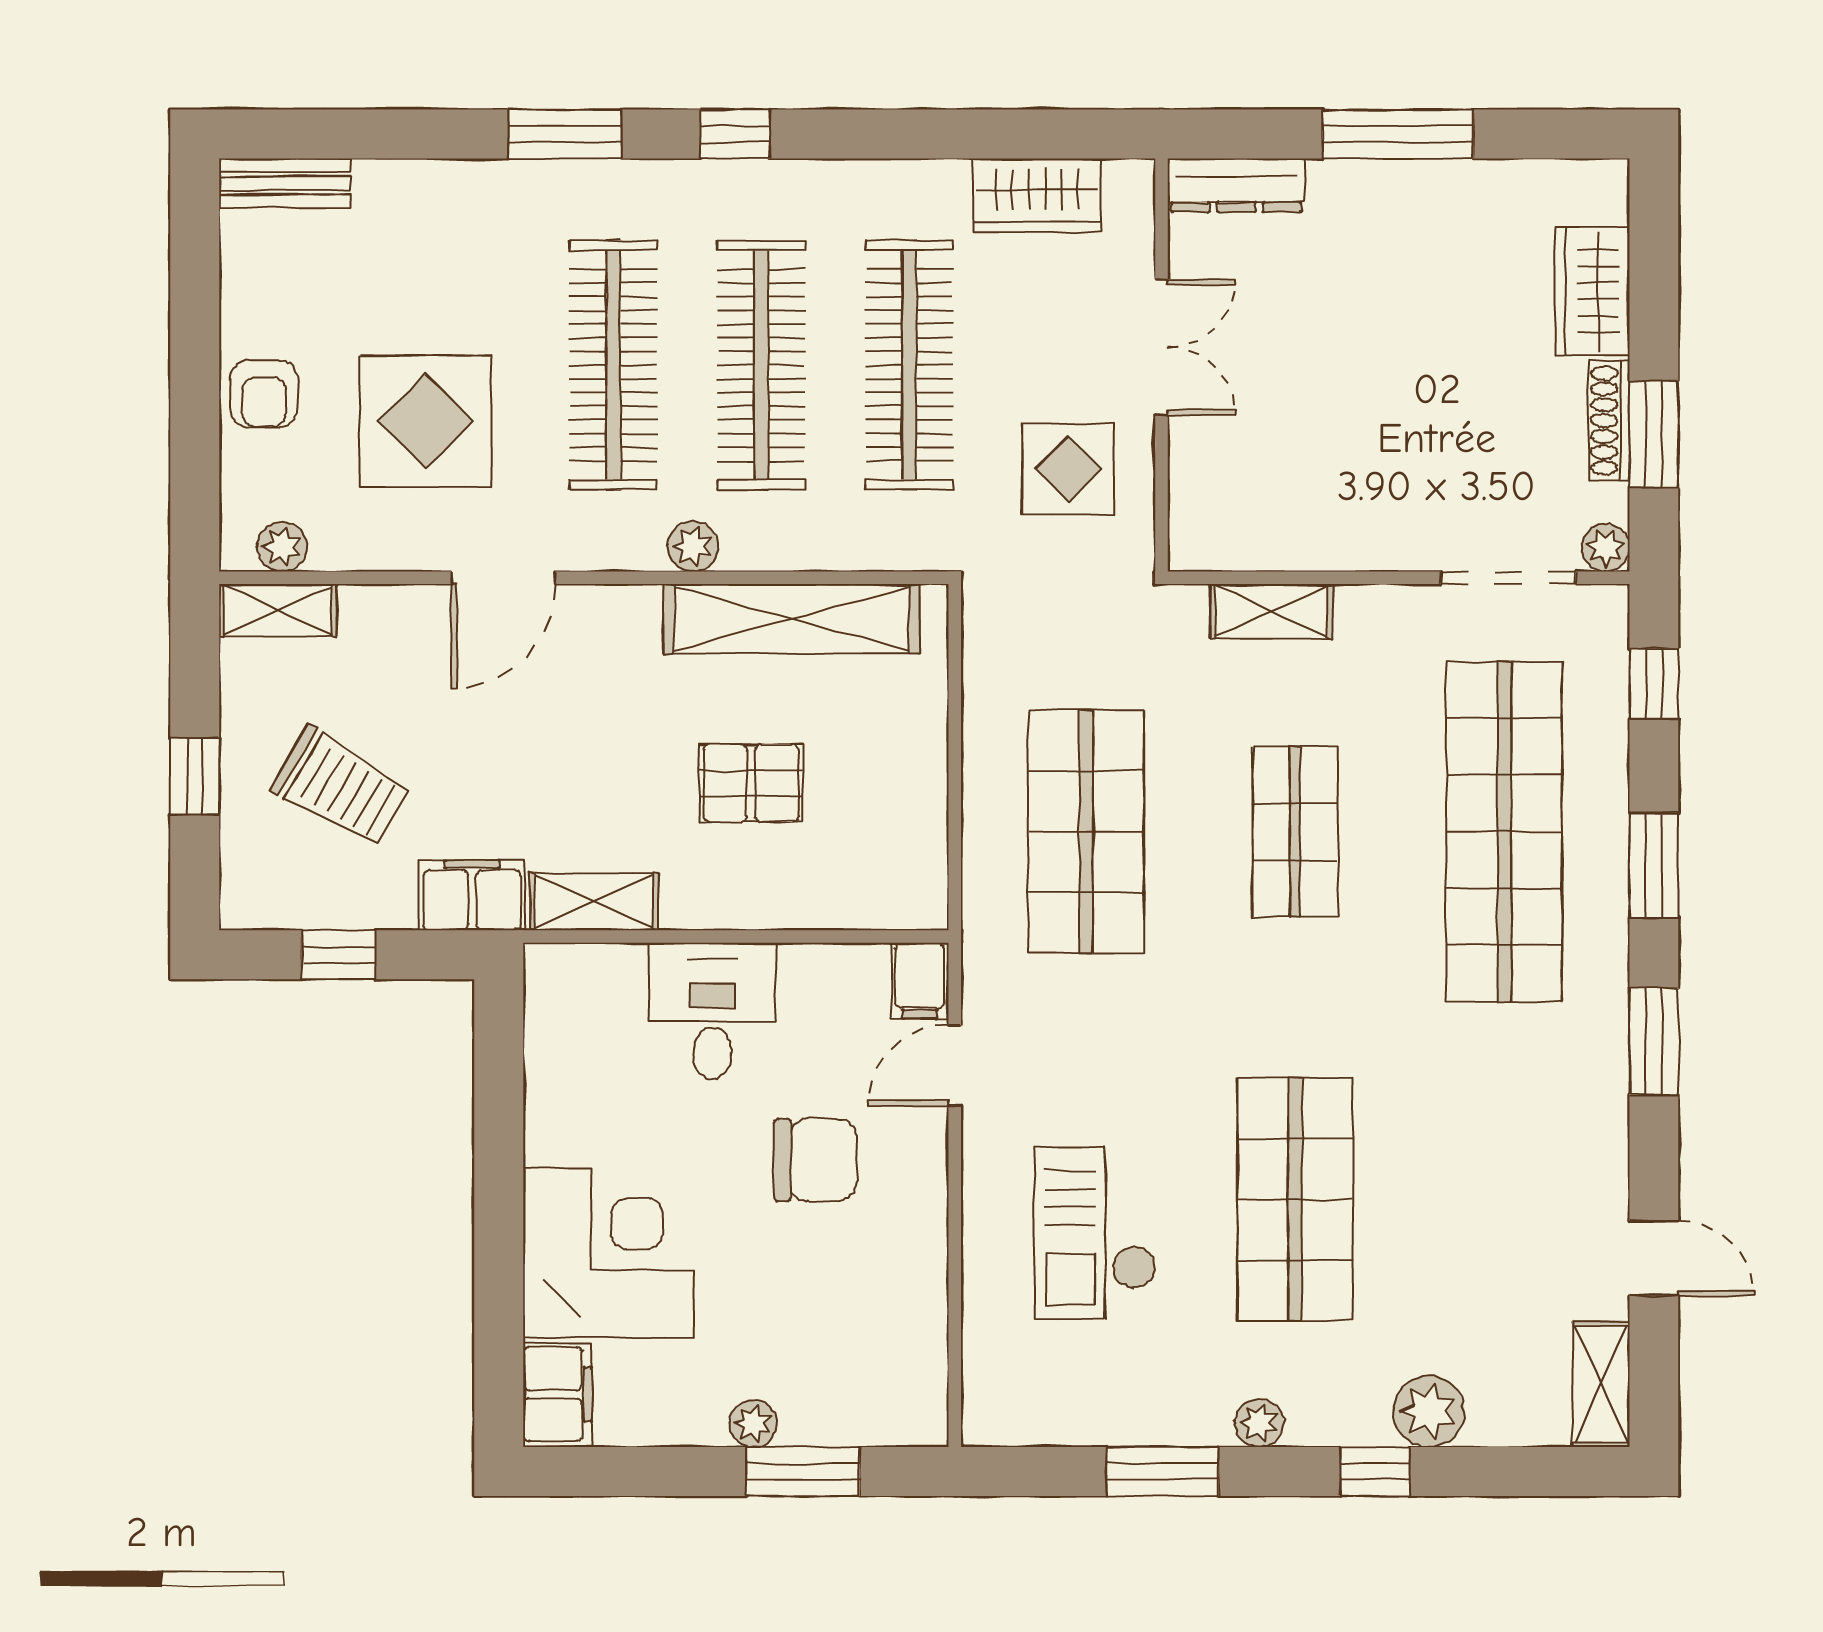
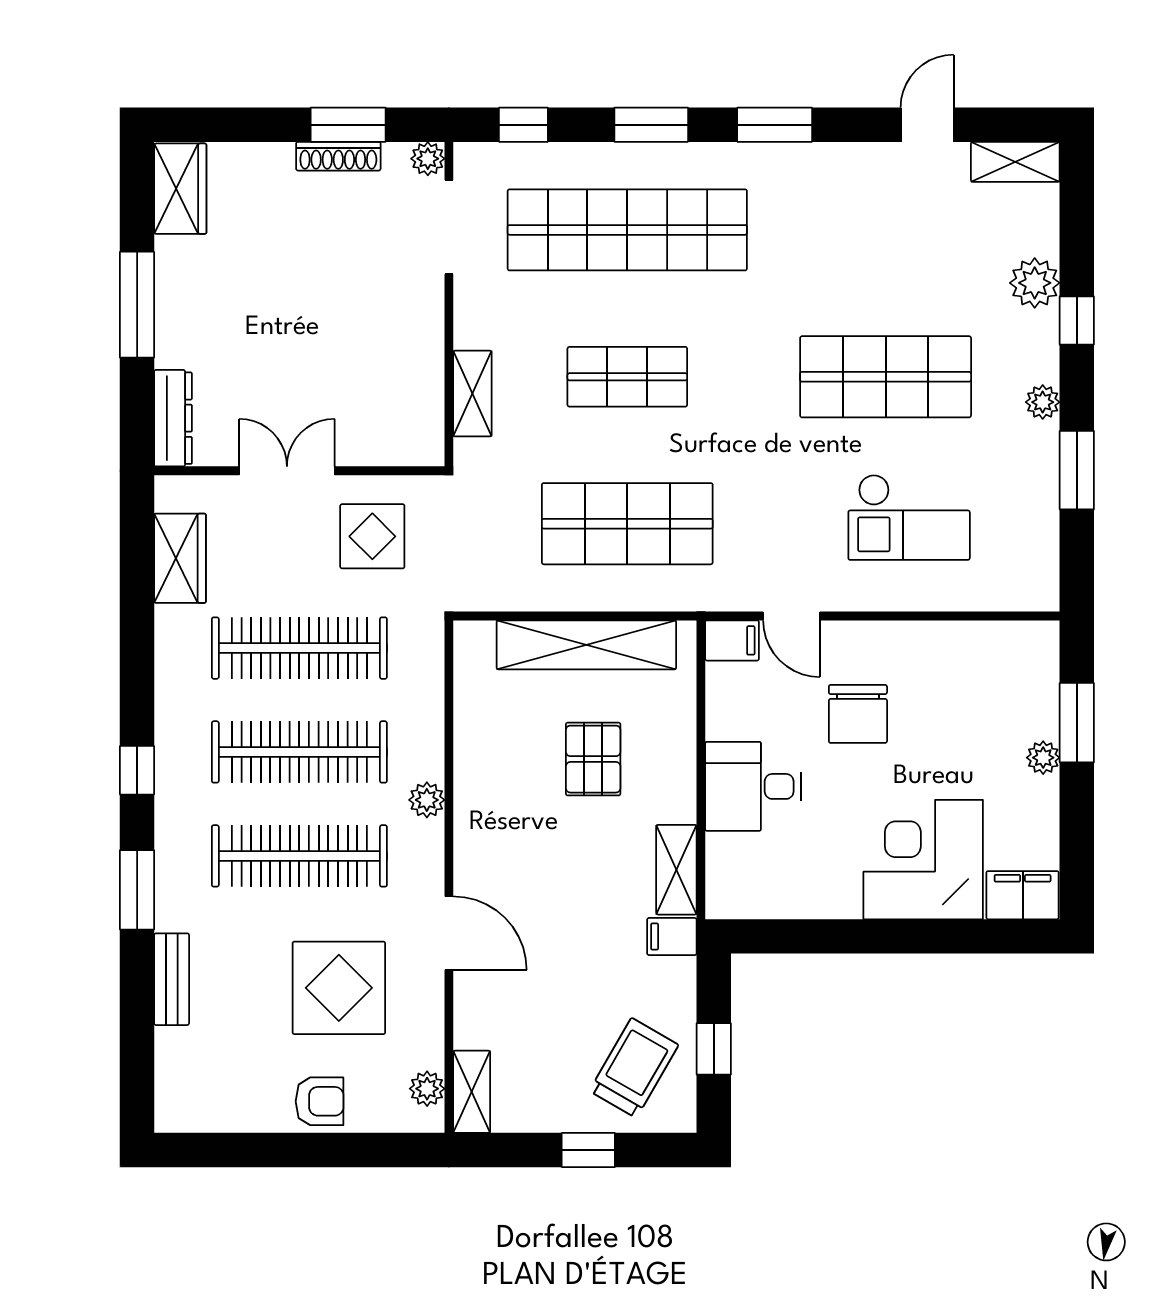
bench: (286, 183) -> (172, 979), moved
wardrobe: (1592, 291) -> (180, 189), moved, turned -90
shelving: (792, 619) -> (586, 645), moved, turned 90
trolley: (341, 787) -> (634, 1068), moved
filing cabinet: (472, 895) -> (672, 937), width x0.50
chair: (815, 1160) -> (858, 714), turned 180

